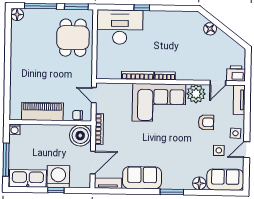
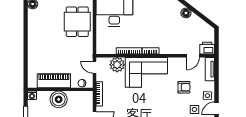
plant: (196, 94) -> (117, 65), moved
boiler: (80, 136) -> (59, 99), moved

